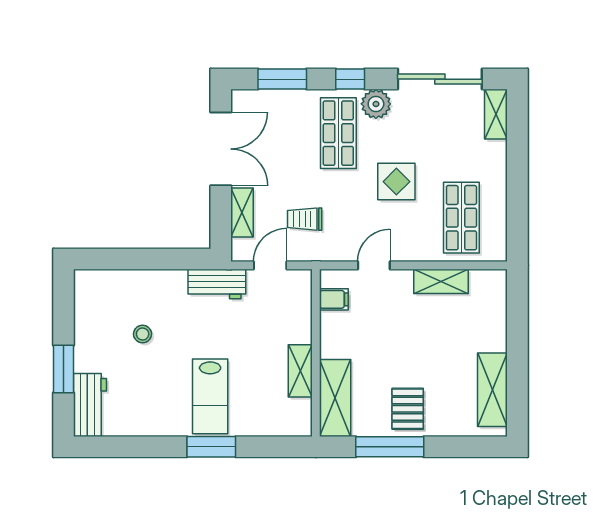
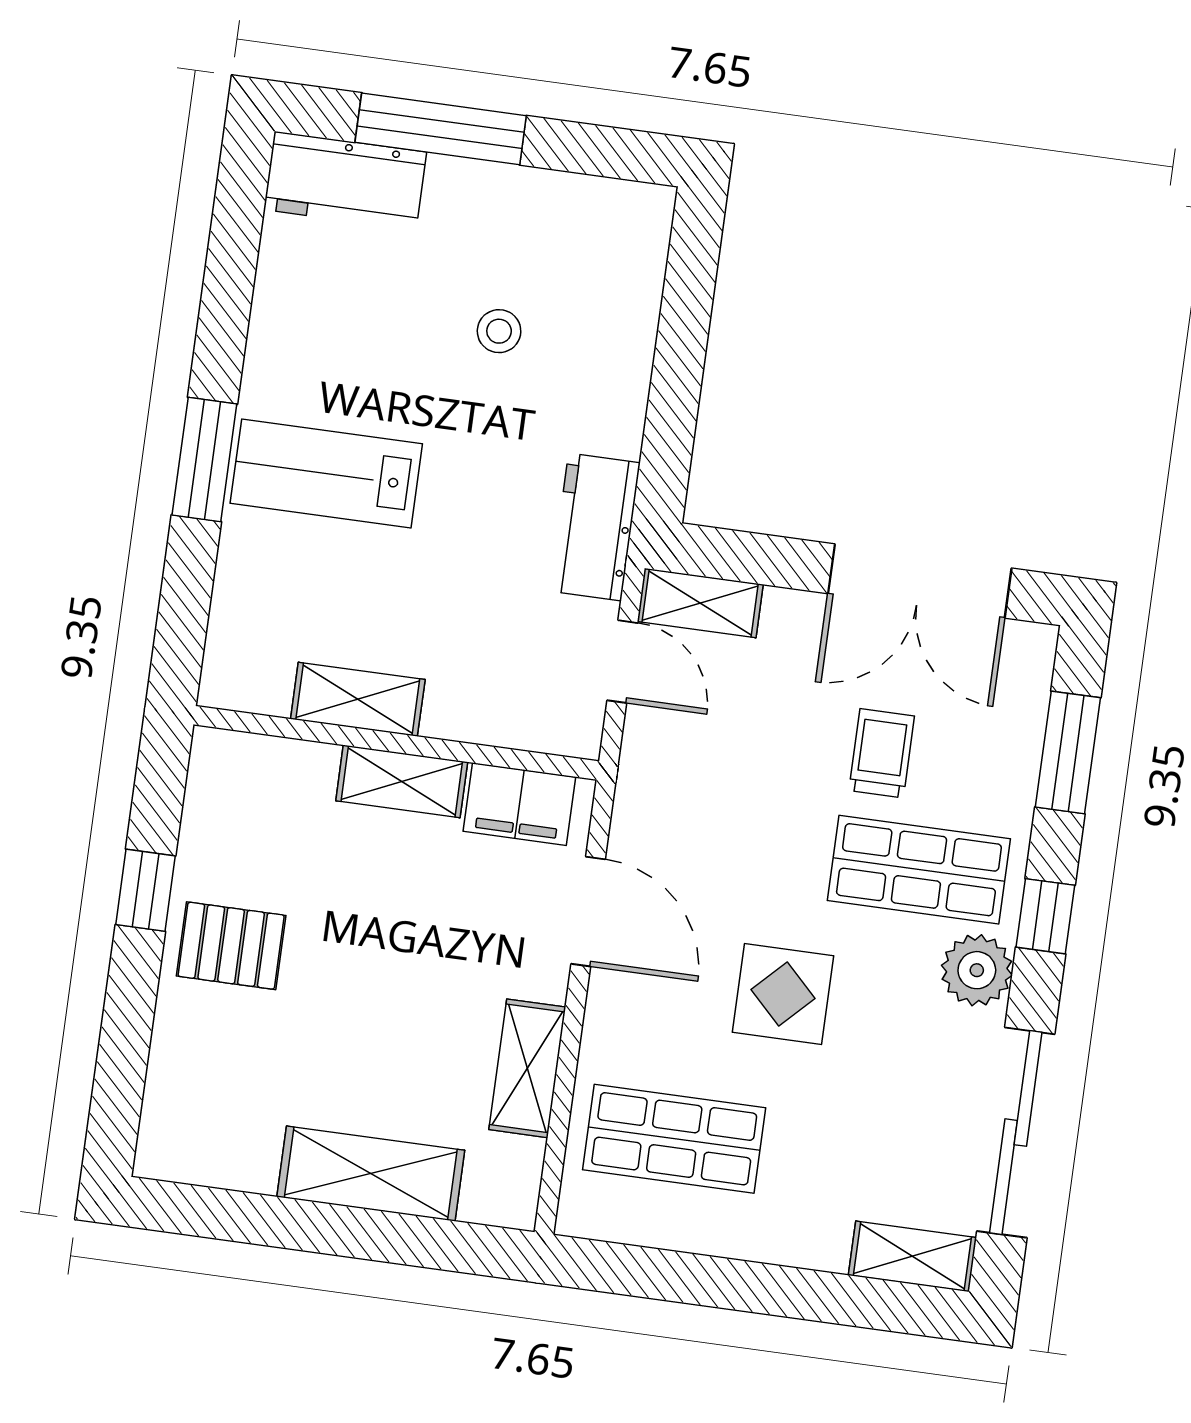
shelving: (242, 213) -> (700, 603), moved
trolley: (305, 219) -> (882, 753), moved
door: (374, 265) -> (588, 912), width x1.38
filing cabinet: (334, 299) -> (519, 804), width x2.00
window: (64, 369) -> (441, 129), width x1.44
shelving: (492, 390) -> (371, 1174), moved
shelving: (335, 398) -> (402, 781), moved, width x0.67, depth x0.75
window: (390, 447) -> (145, 890), width x0.46

